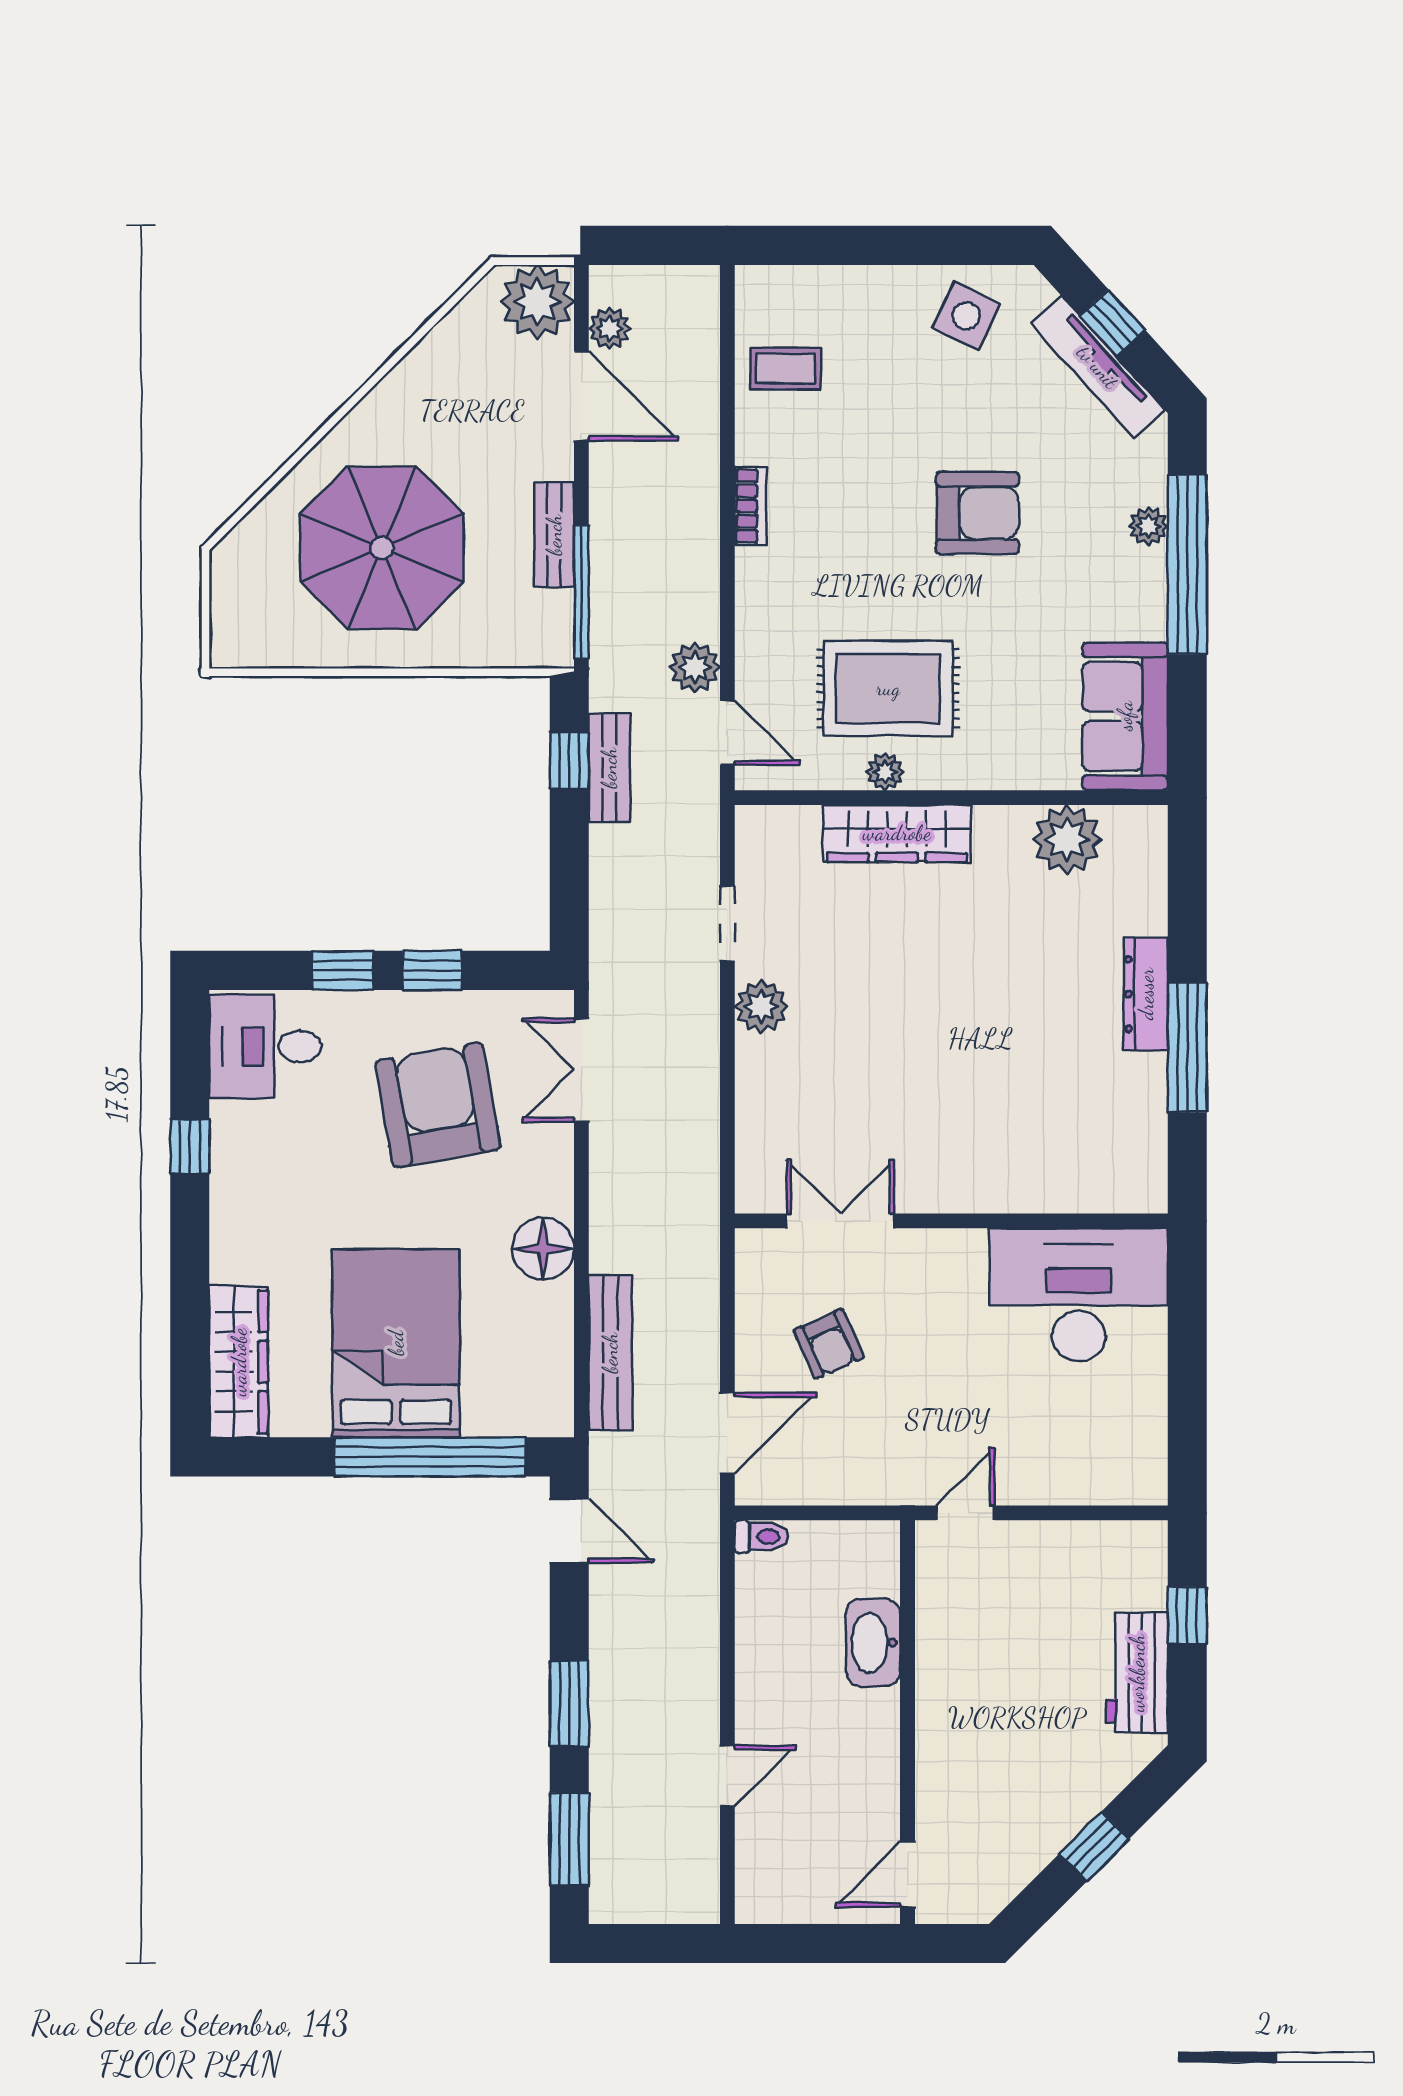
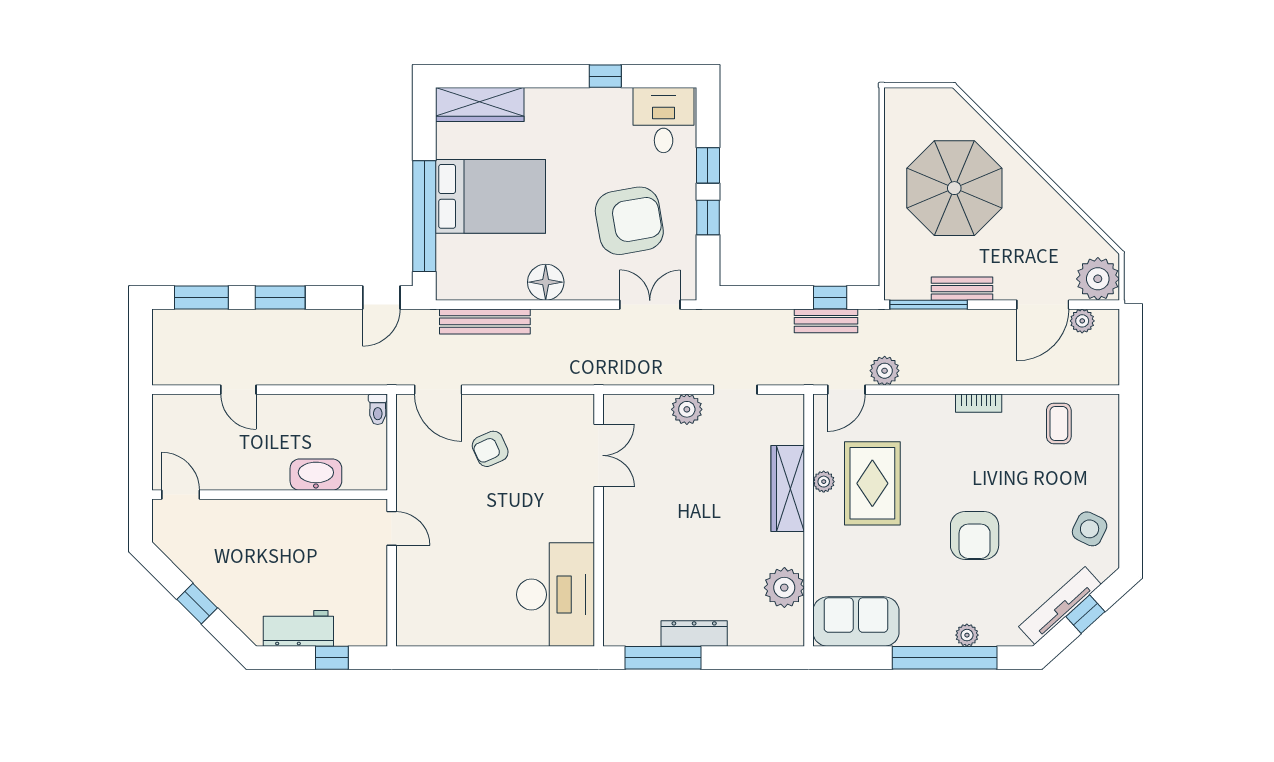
double door: (840, 1221) -> (599, 455), moved
wall: (951, 1221) -> (599, 520), moved
desk: (1079, 1295) -> (556, 595), moved

